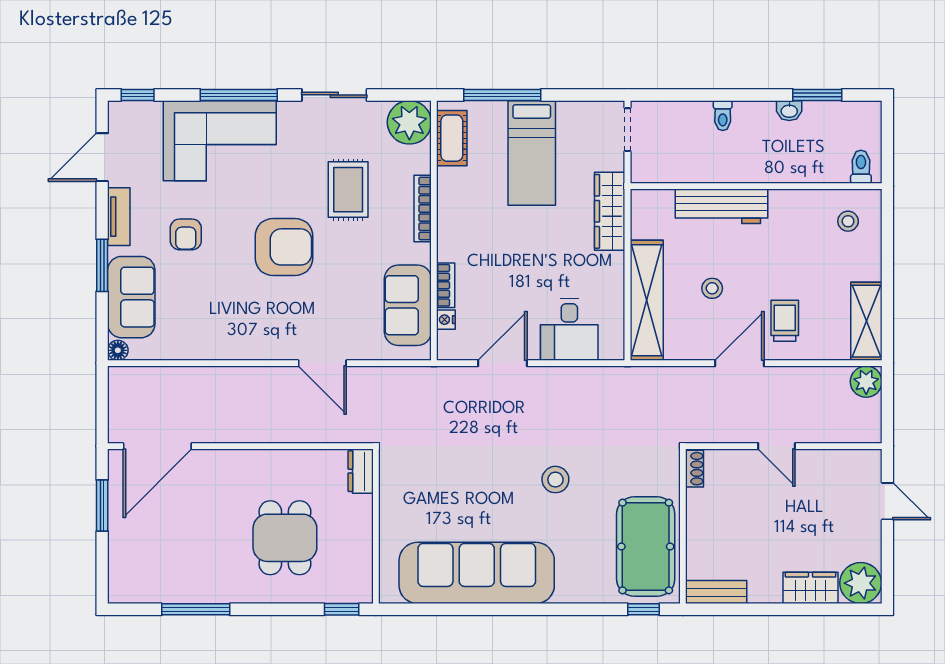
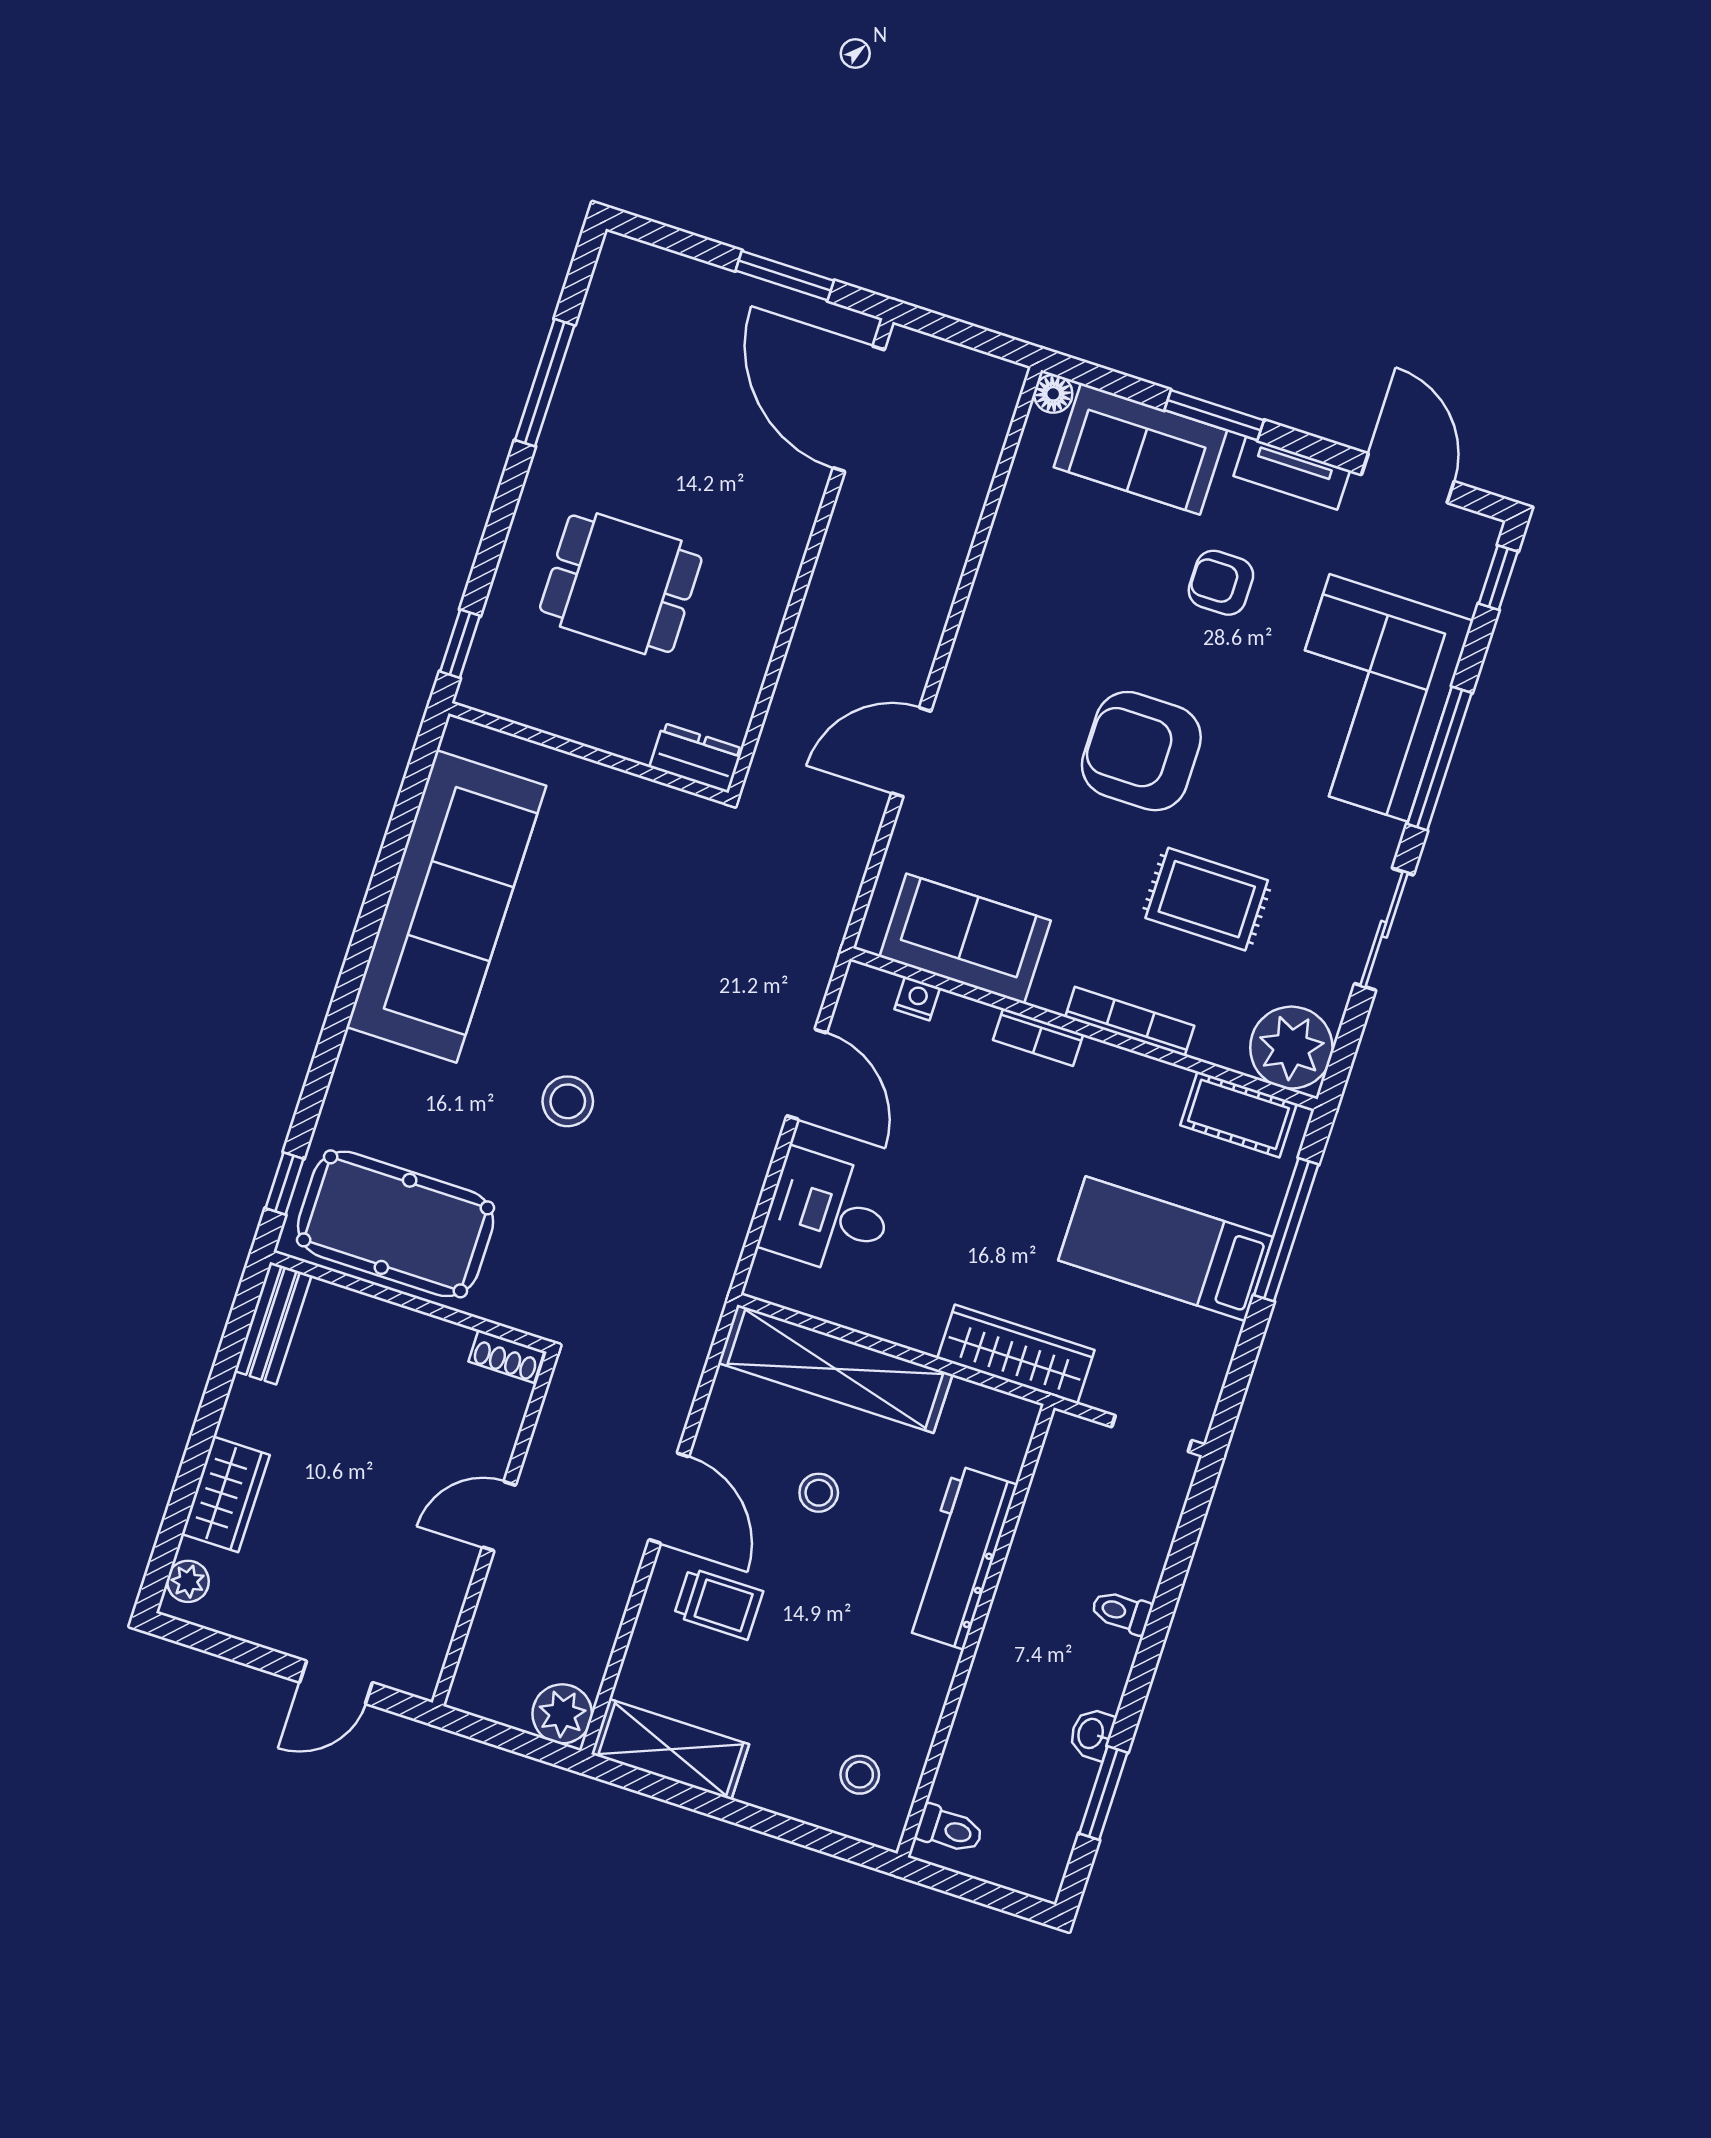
armchair: (284, 247) -> (1141, 751), turned 90
bookcase: (446, 285) -> (1038, 1037), moved
plant: (861, 583) -> (188, 1581), width x0.53, depth x0.53

